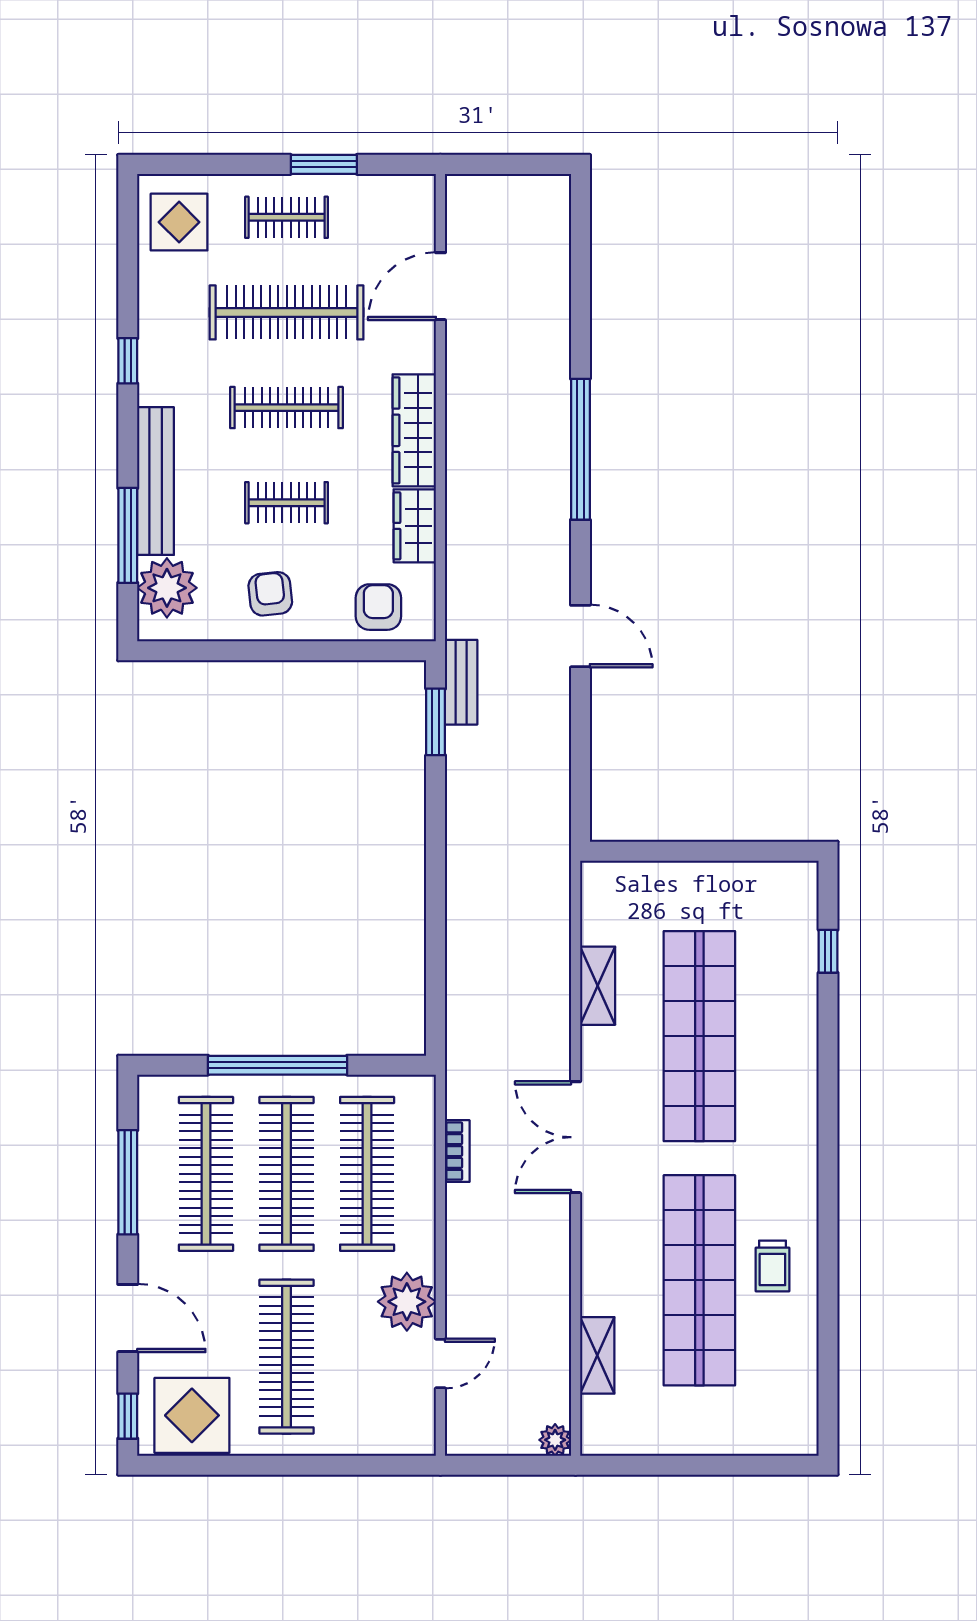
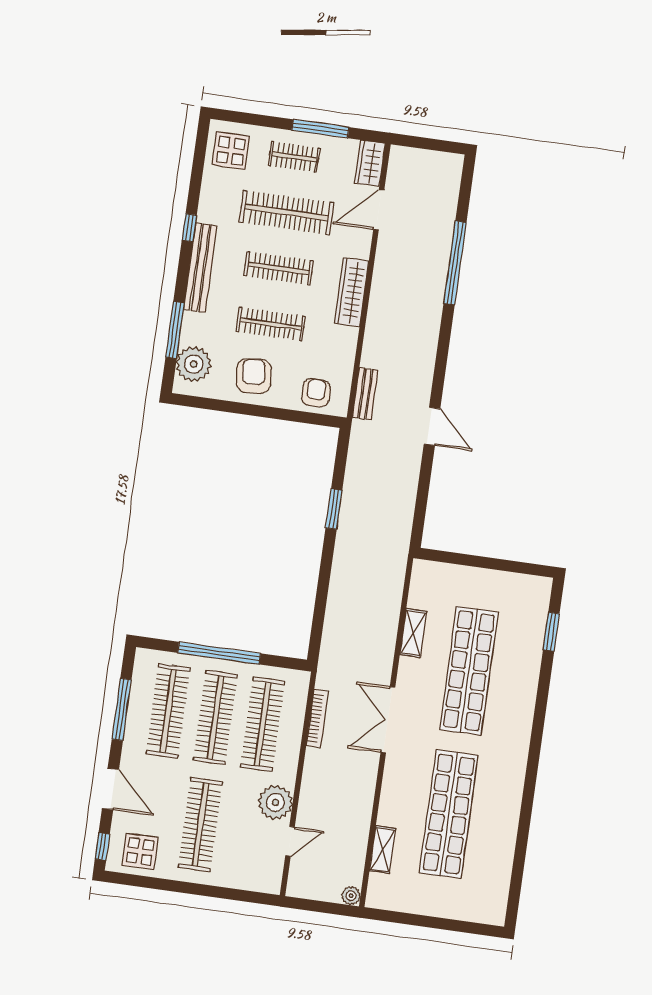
window: (324, 164) -> (320, 129), width x1.44
window: (580, 449) -> (455, 263), moved
bench: (156, 481) -> (200, 268), moved
clothes rail: (287, 503) -> (271, 324), width x1.36
wardrobe: (415, 526) -> (370, 163), moved
armchair: (270, 594) -> (254, 376), width x1.38, depth x1.38
bench: (461, 682) -> (365, 394), moved
window: (436, 722) -> (334, 509), moved
window: (828, 951) -> (551, 632), width x1.50
bookcase: (457, 1151) -> (317, 718), width x1.56
trolley: (772, 1266) -> (493, 812), removed
display table: (192, 1415) -> (140, 851), width x0.73, depth x0.73

